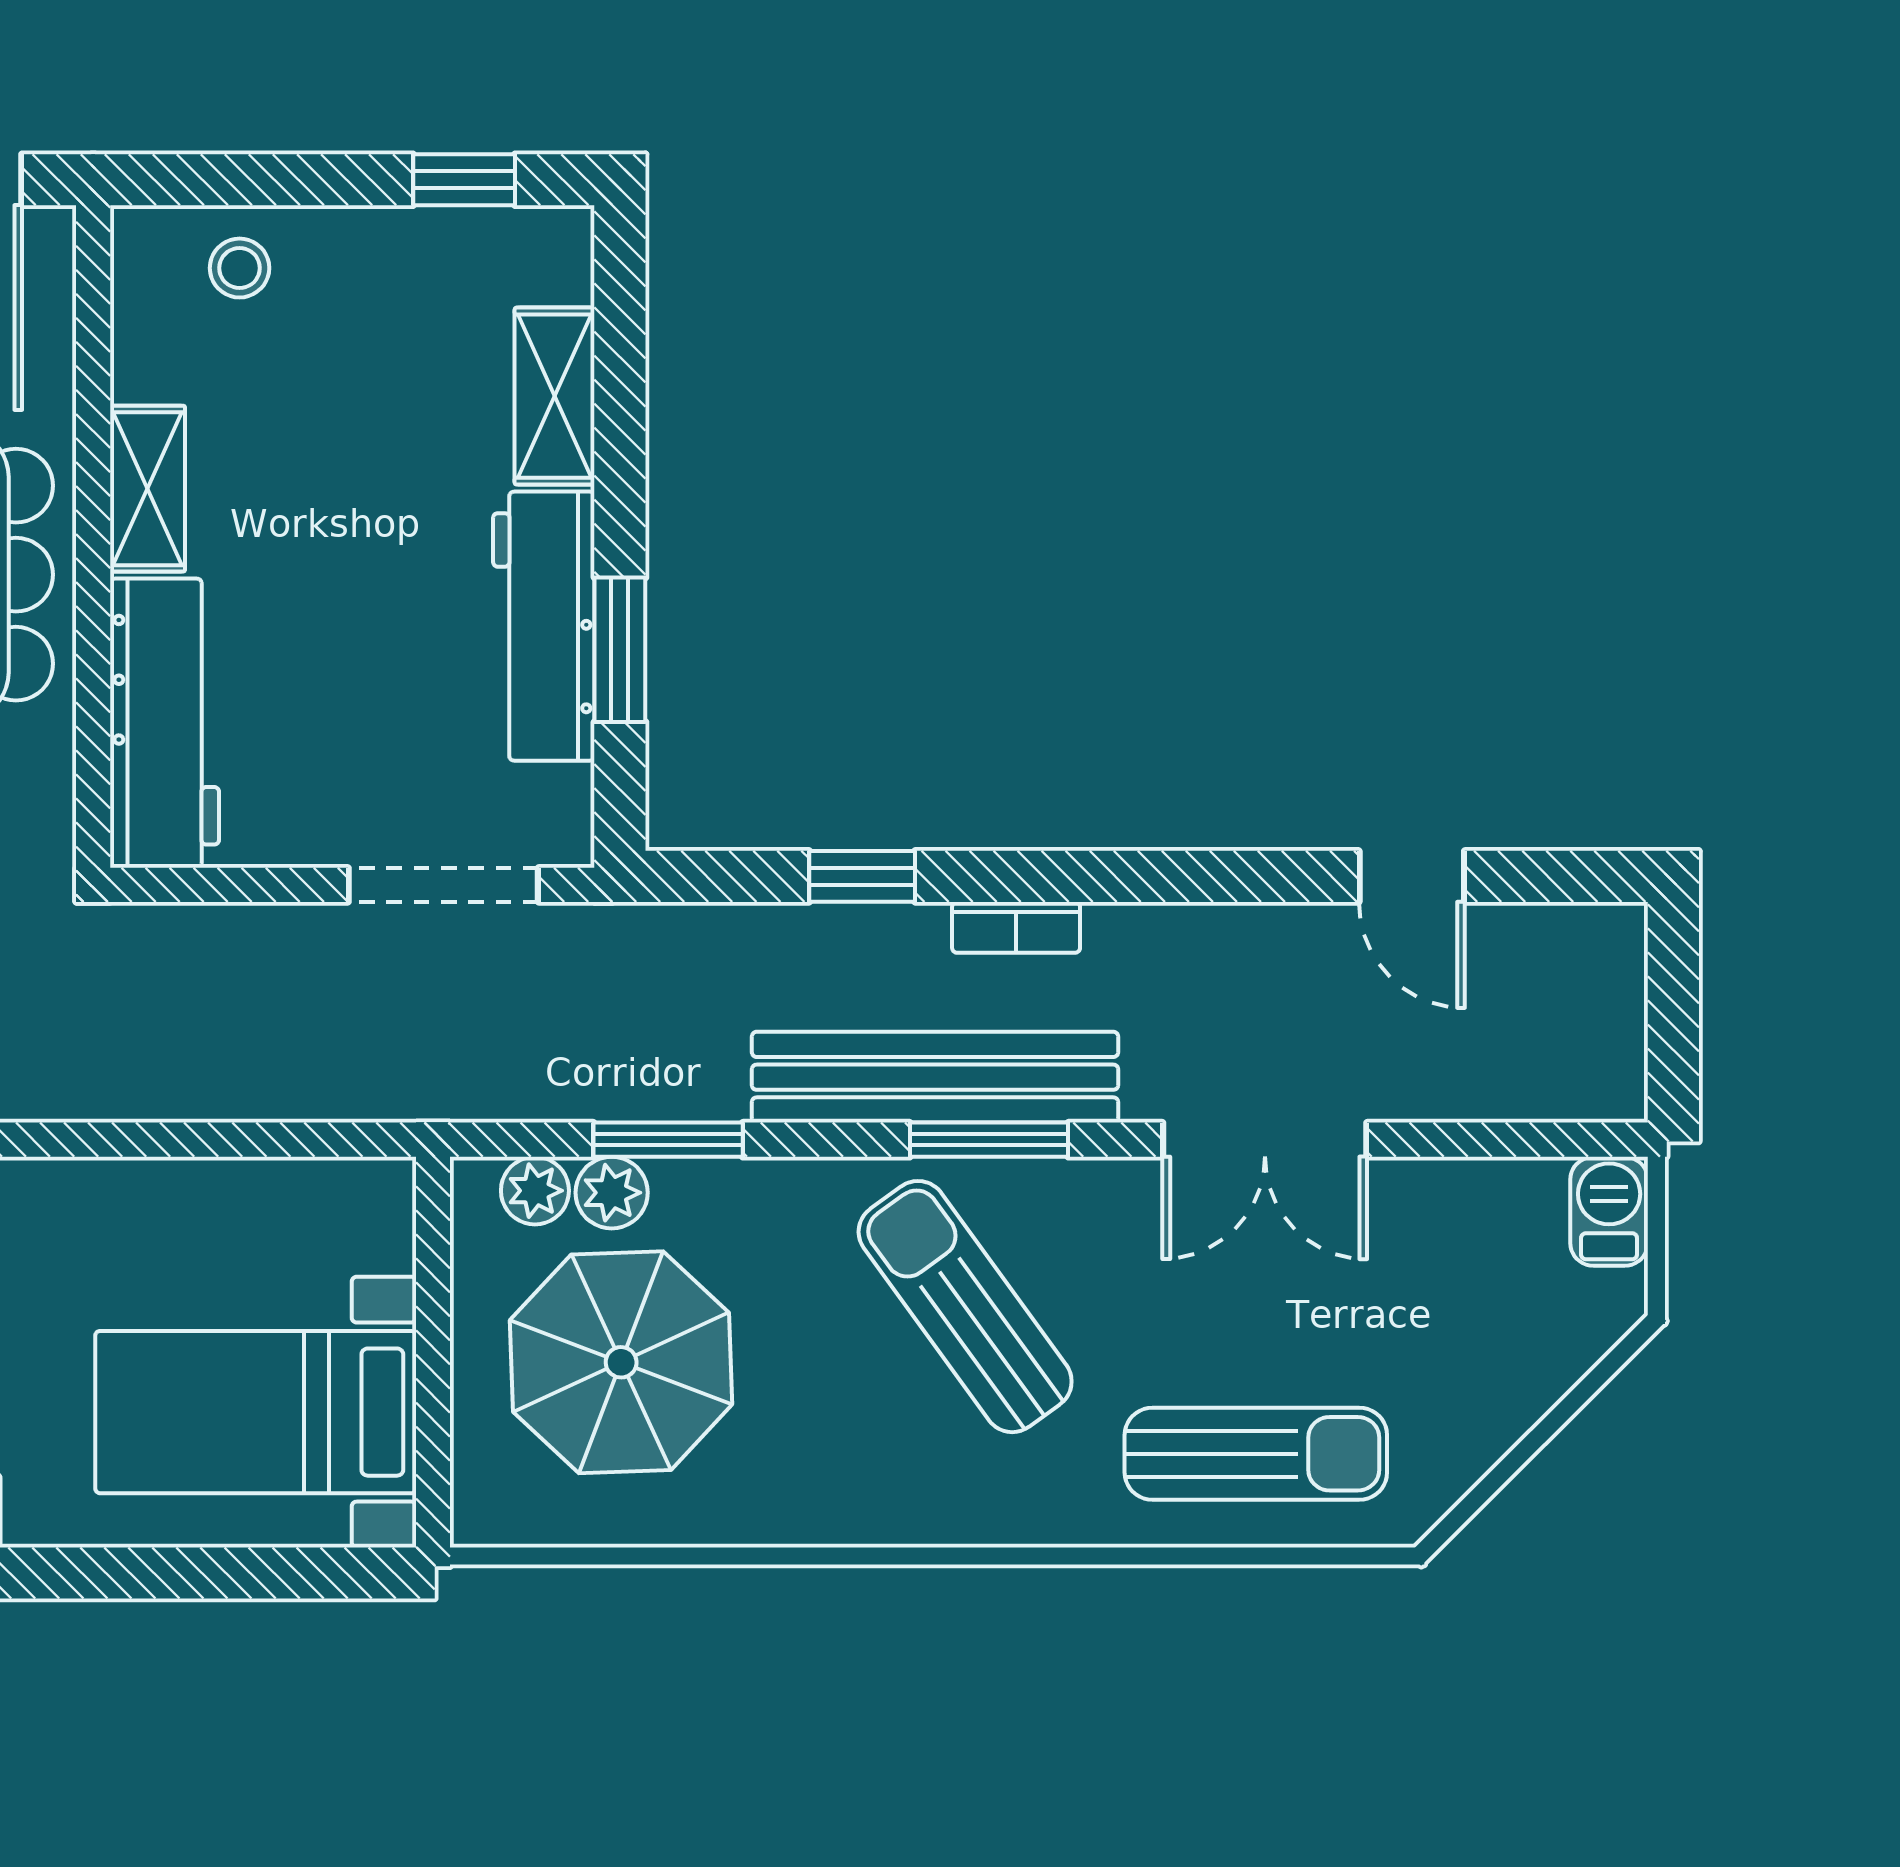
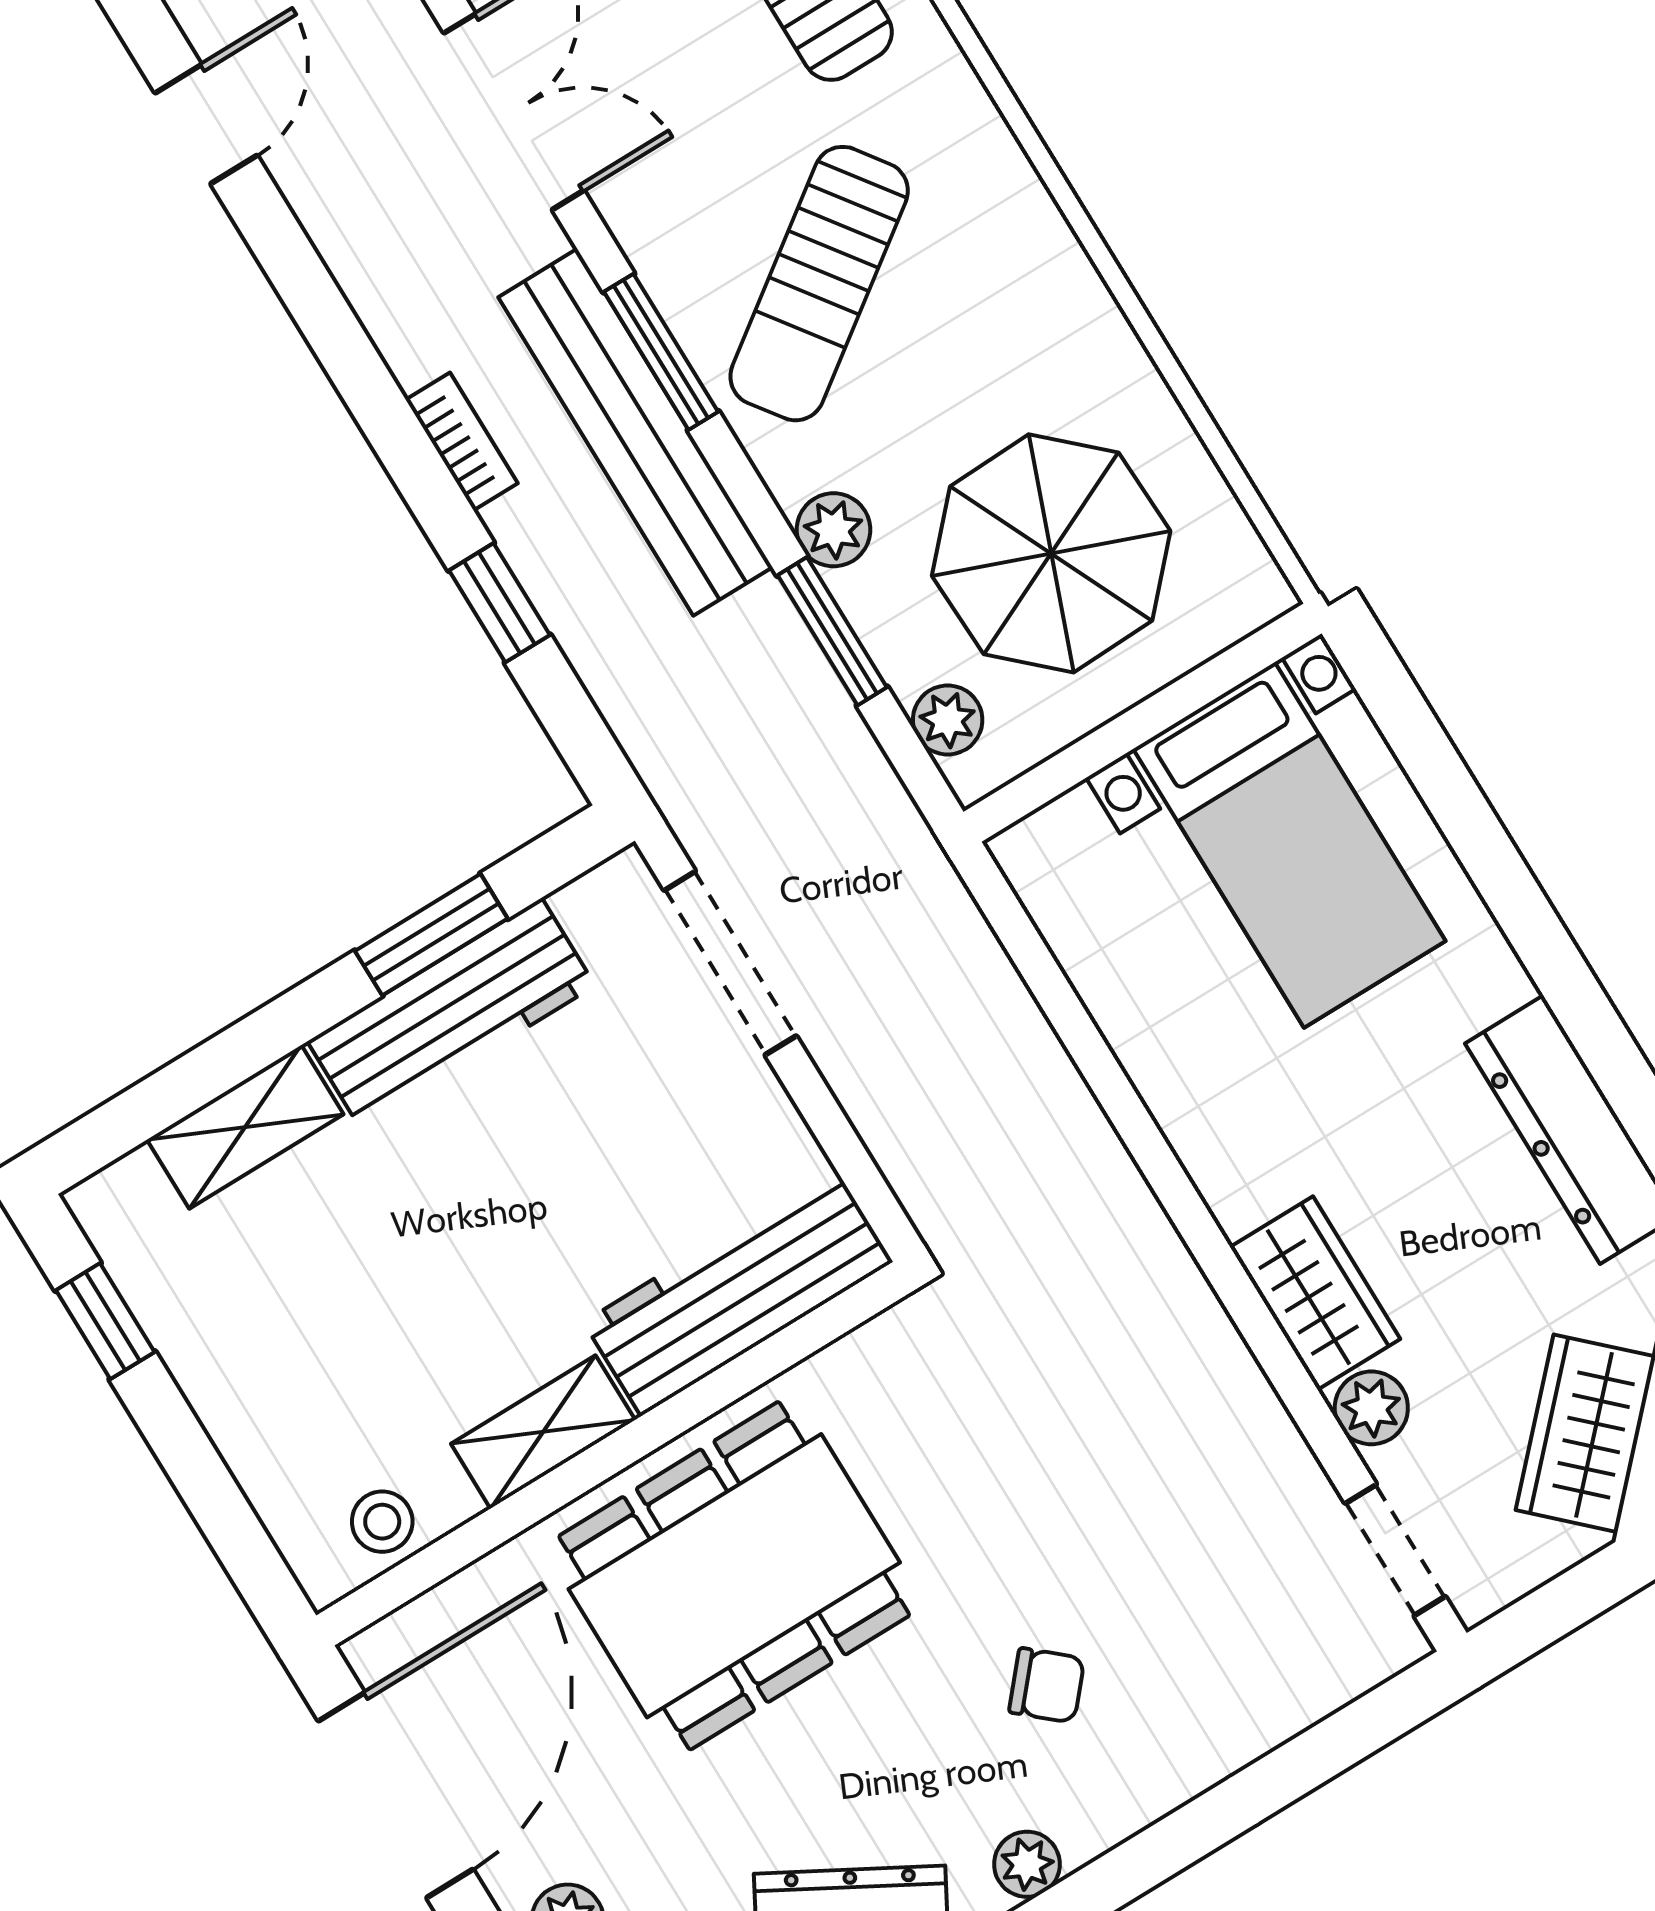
stool: (240, 268) -> (382, 1522), moved
plant: (612, 1193) -> (833, 530), moved

